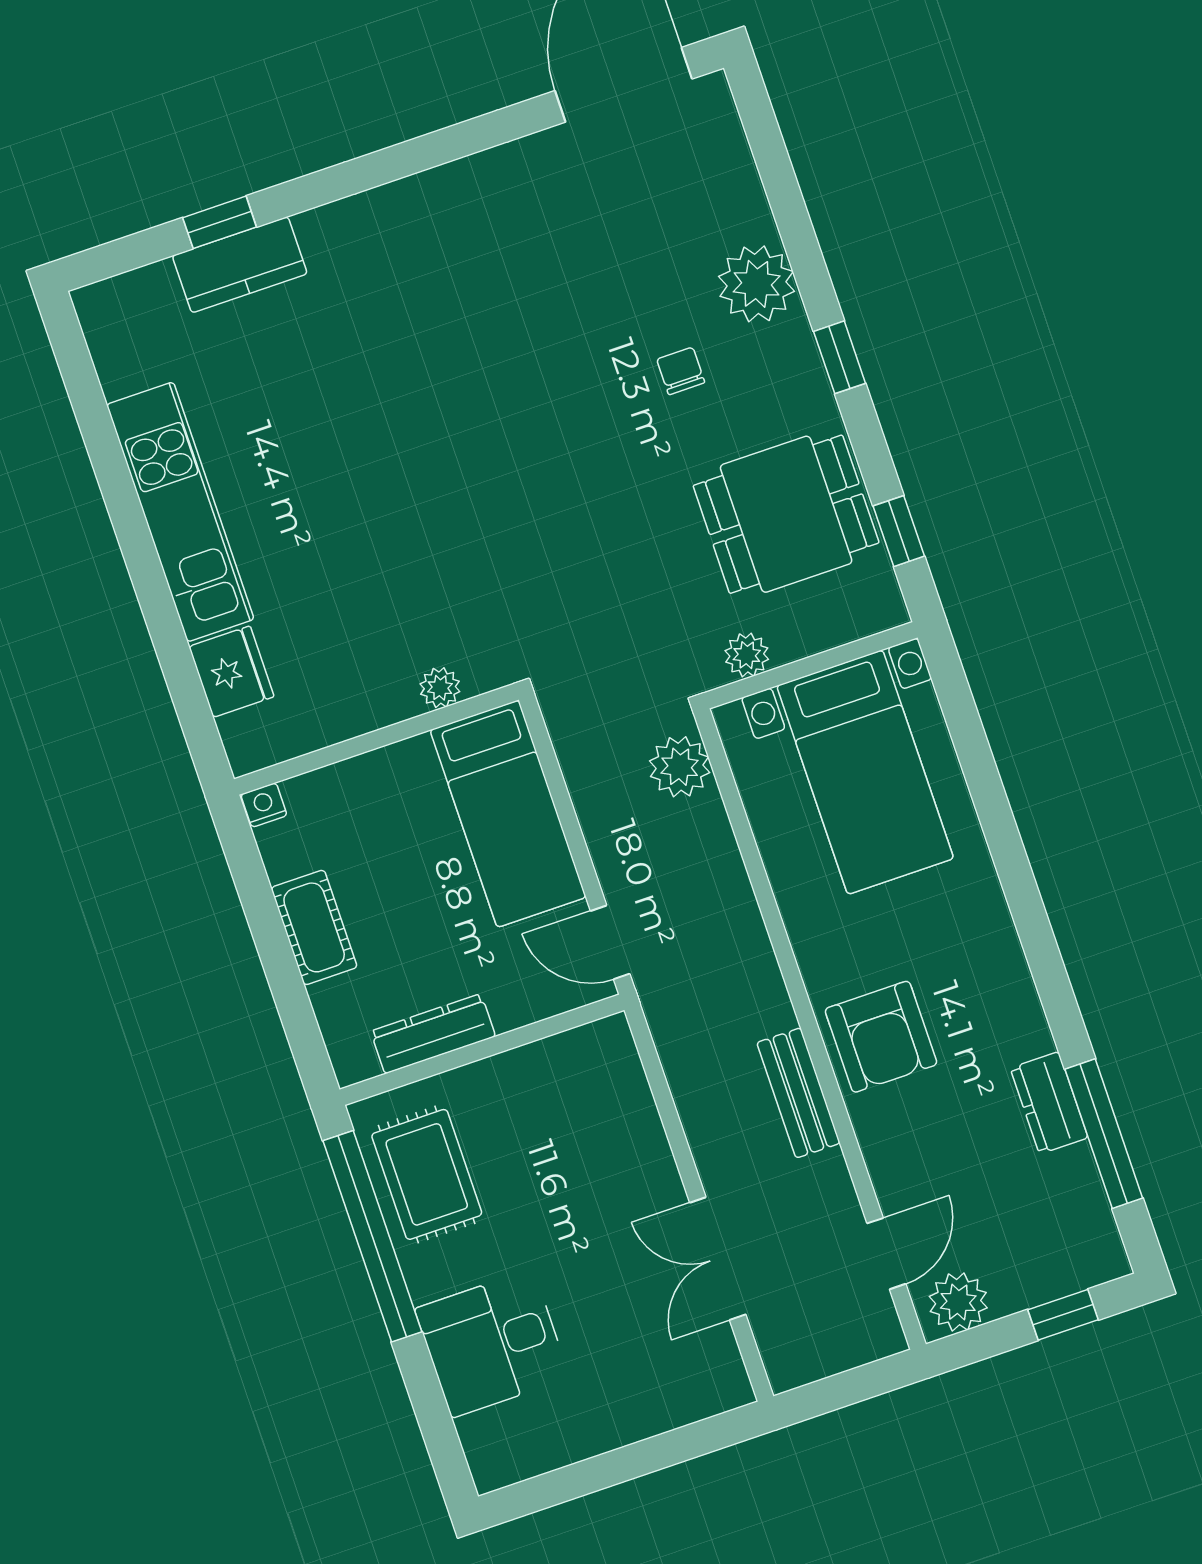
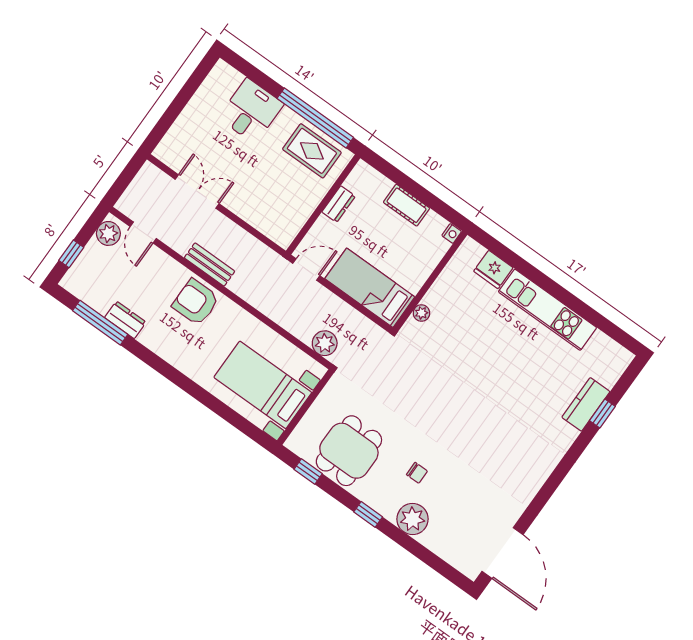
plant: (747, 655) -> (329, 395), removed
dresser: (433, 1034) -> (339, 204), width x0.70

